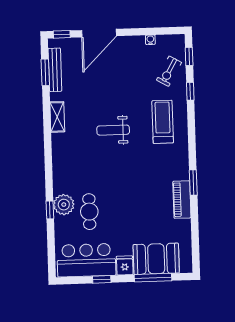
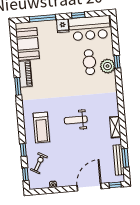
weight bench: (113, 130) -> (76, 120), turned 180
booth: (156, 259) -> (27, 44), moved, turned 90

